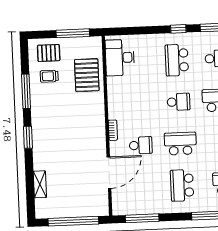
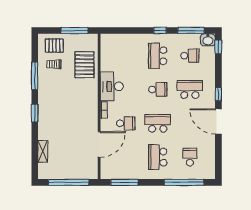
desk: (120, 58) -> (112, 86), moved

